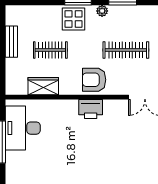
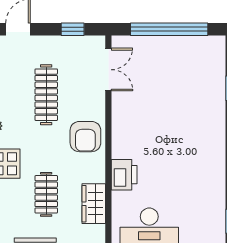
printer: (91, 109) -> (124, 175), moved

